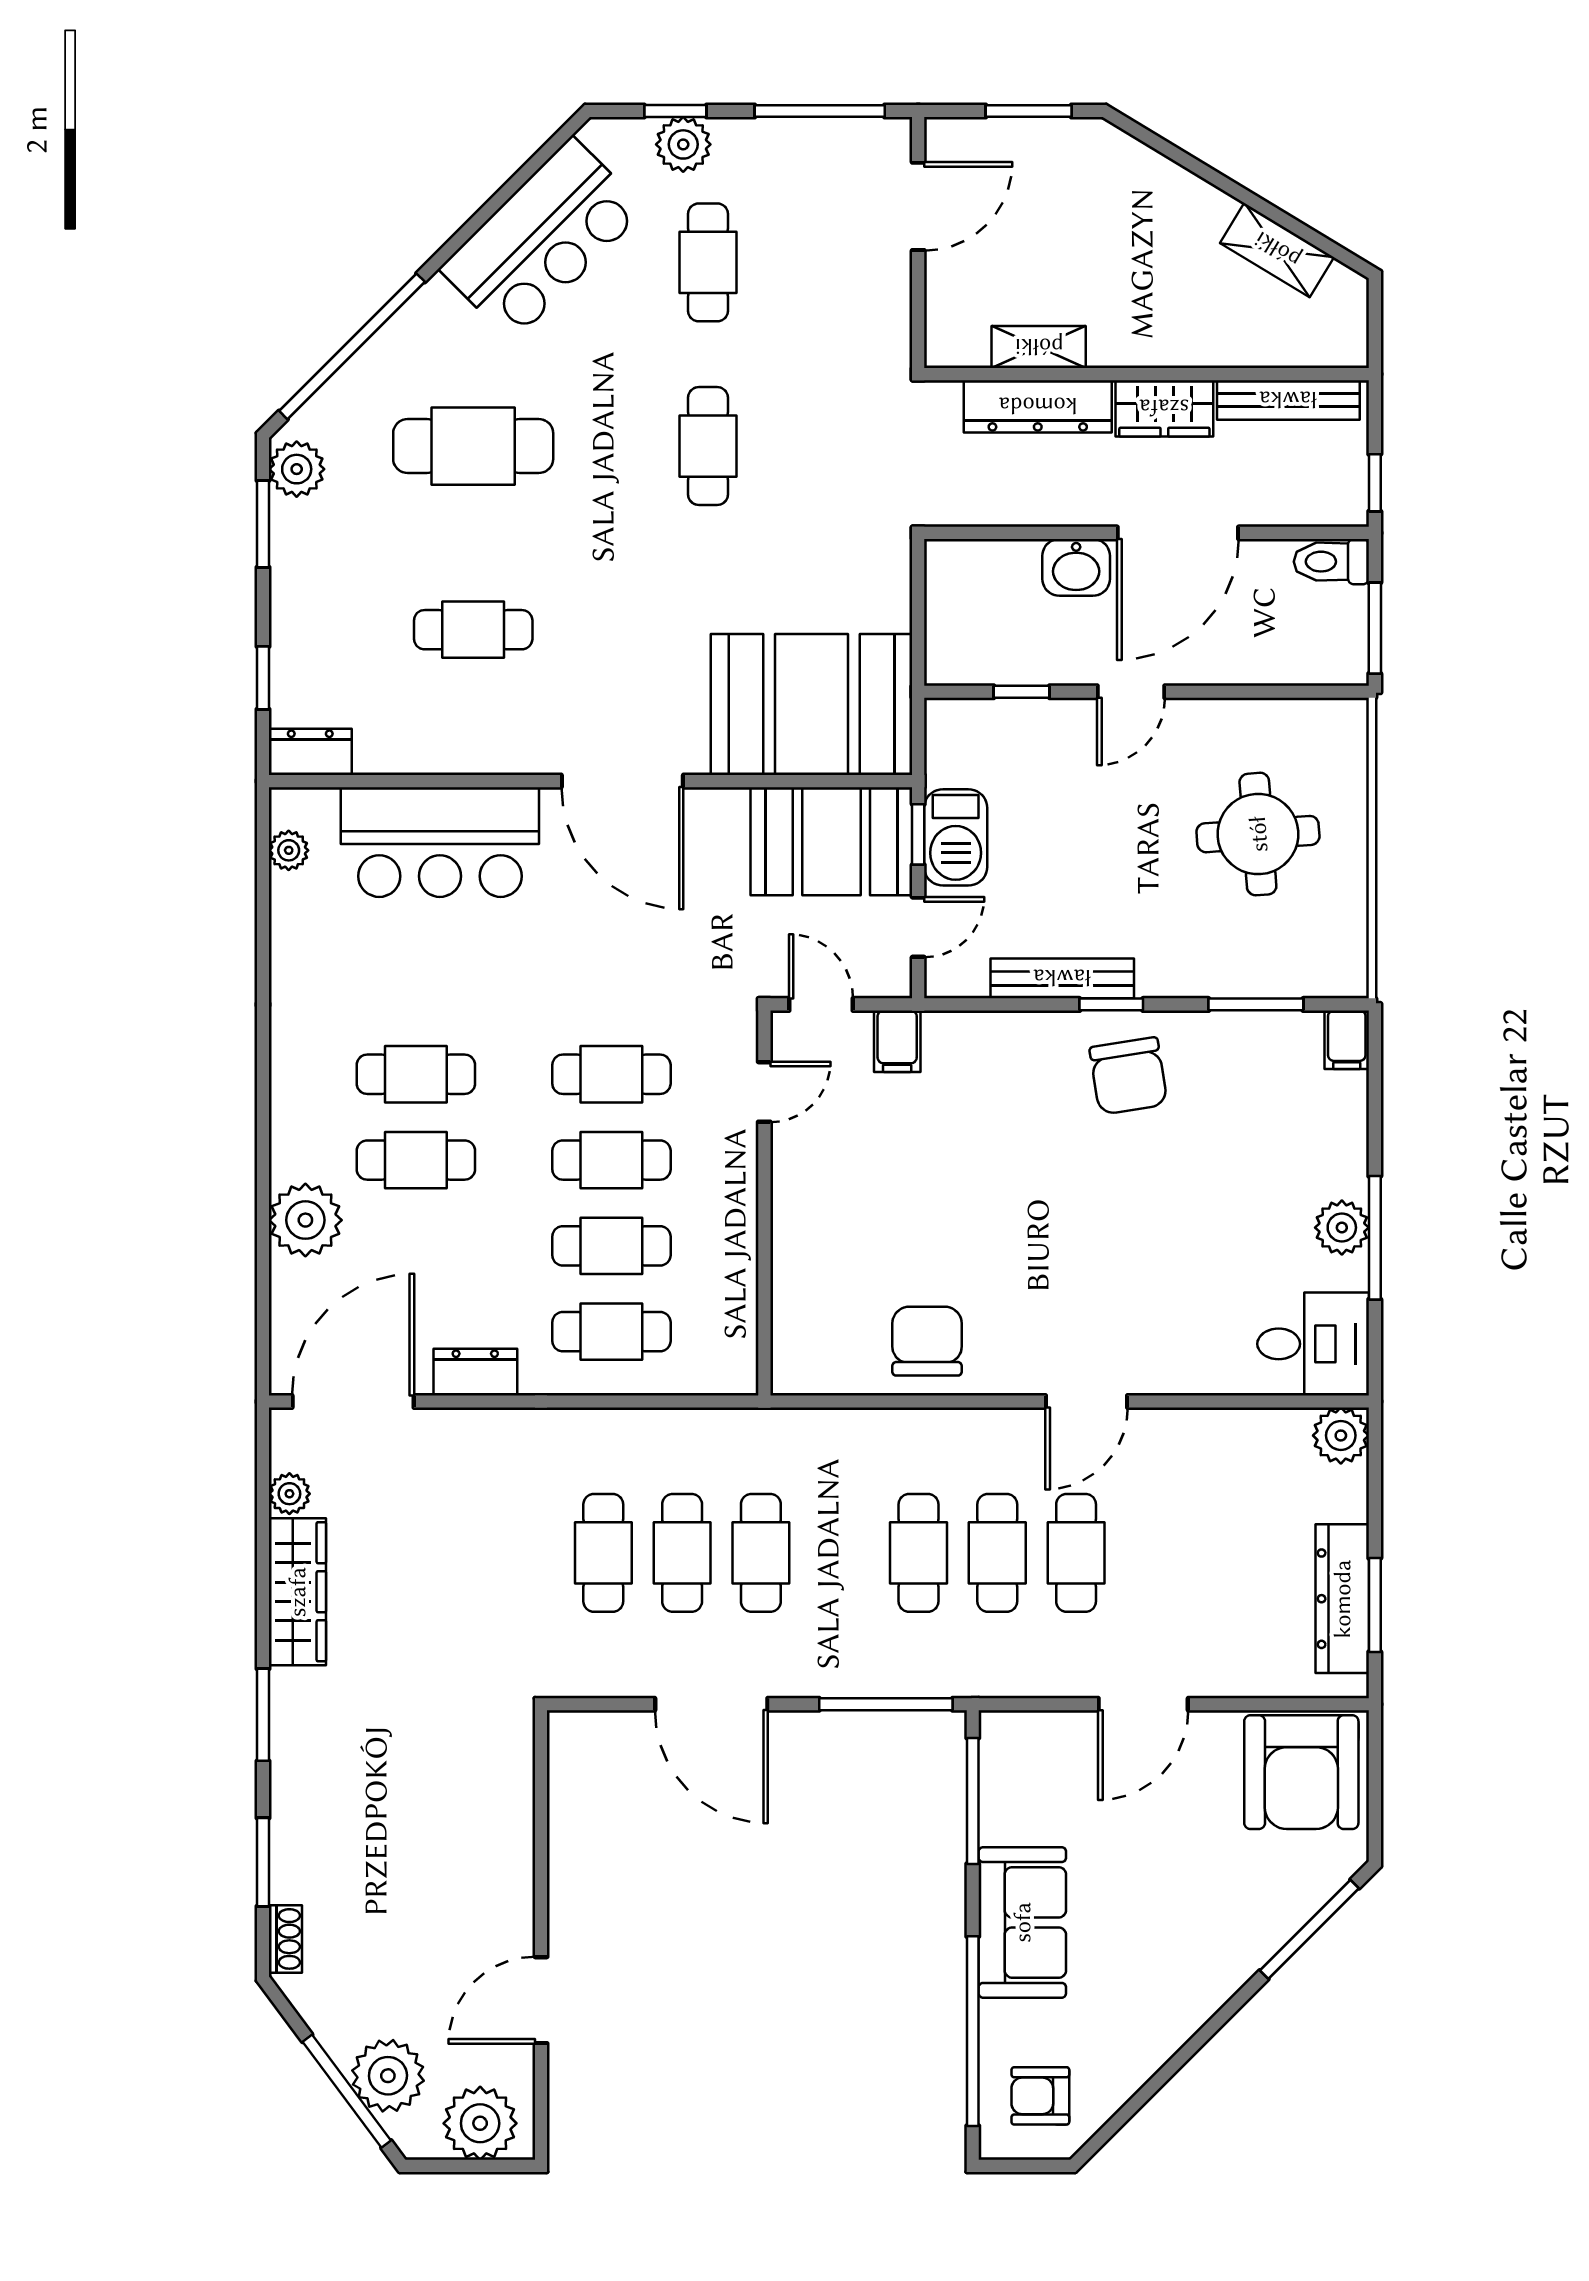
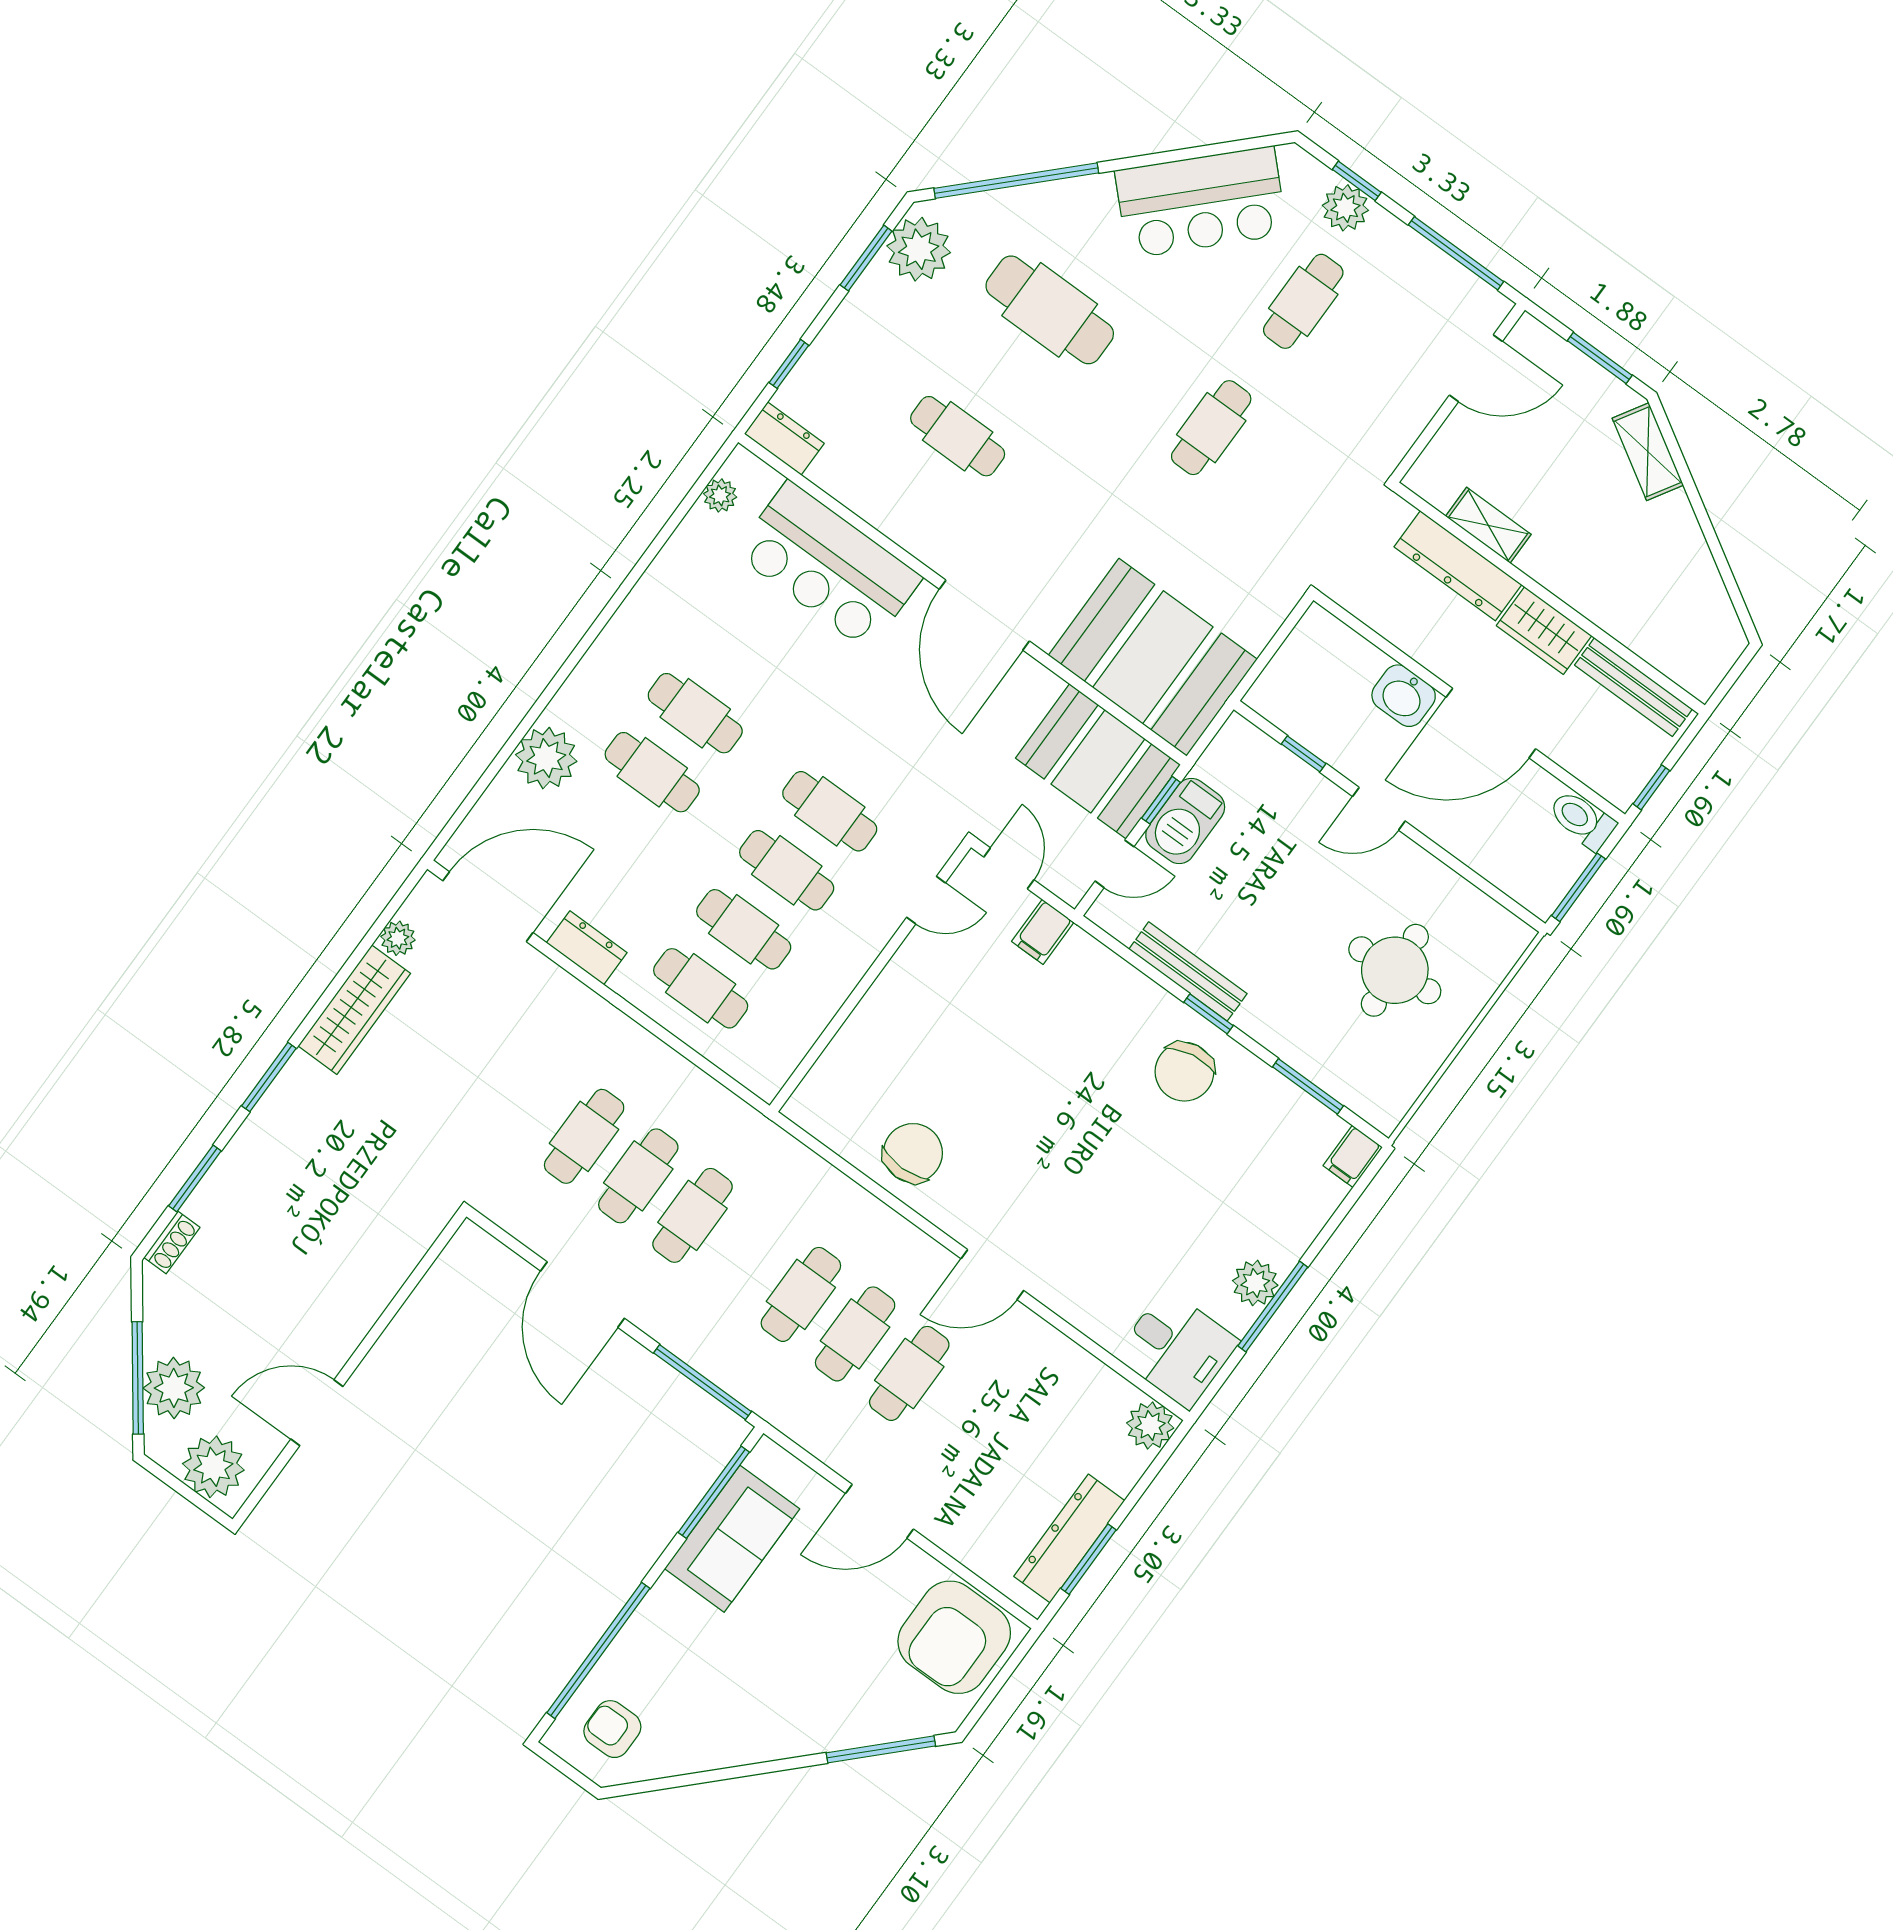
shelving: (1277, 250) -> (1648, 452), moved
plant: (297, 469) -> (919, 249), width x1.36, depth x1.36
sofa: (1022, 1922) -> (732, 1539), moved

